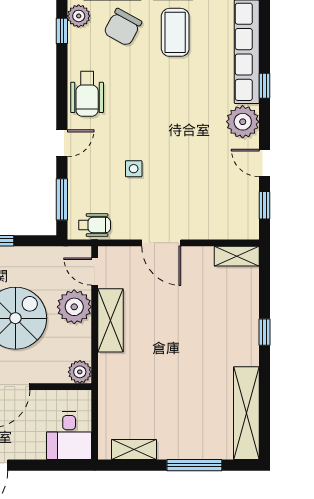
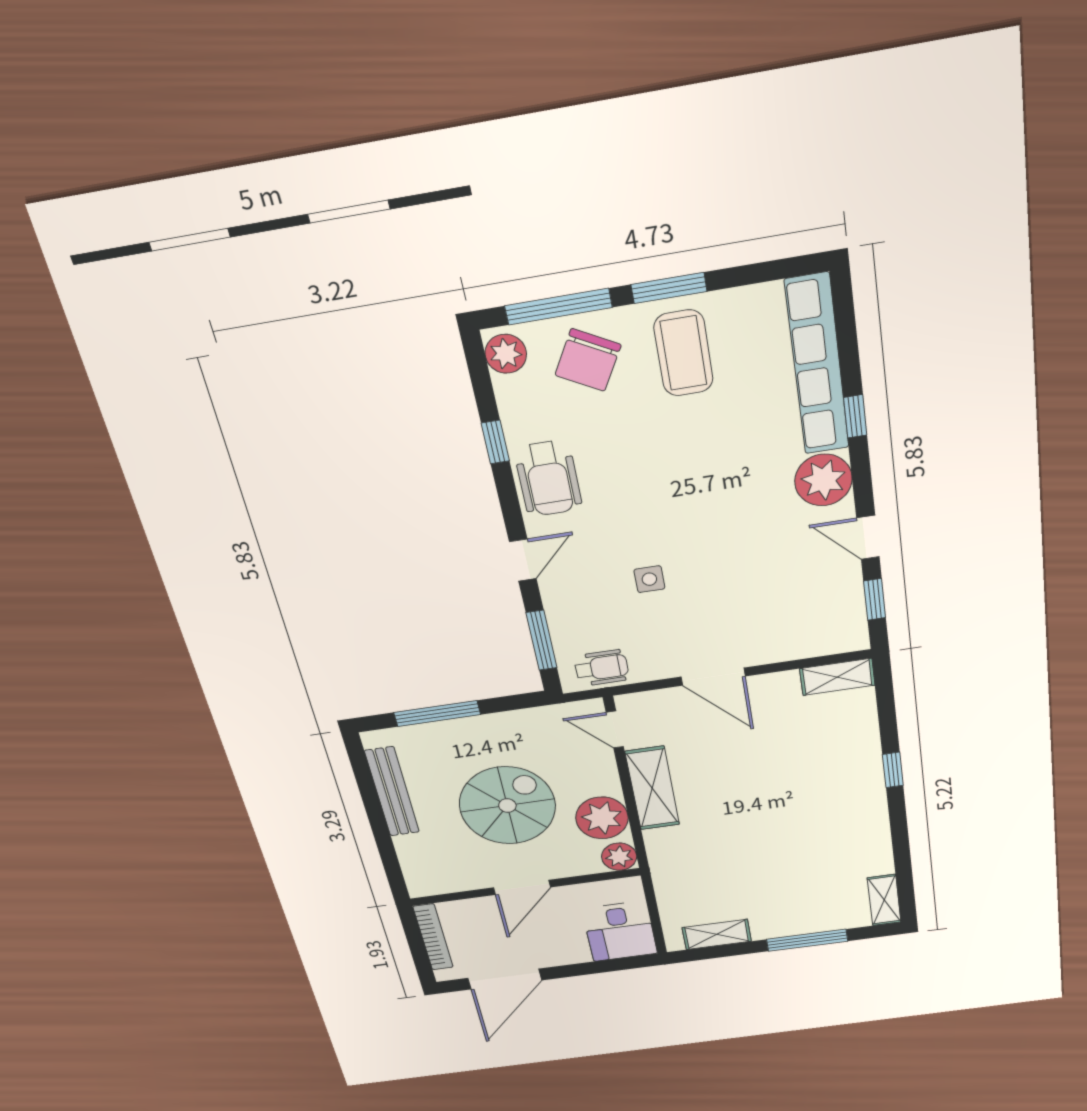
window: (62, 31) -> (495, 442), moved
plant: (74, 307) -> (602, 818), moved
shelving: (246, 413) -> (884, 900), width x0.45, depth x0.75

